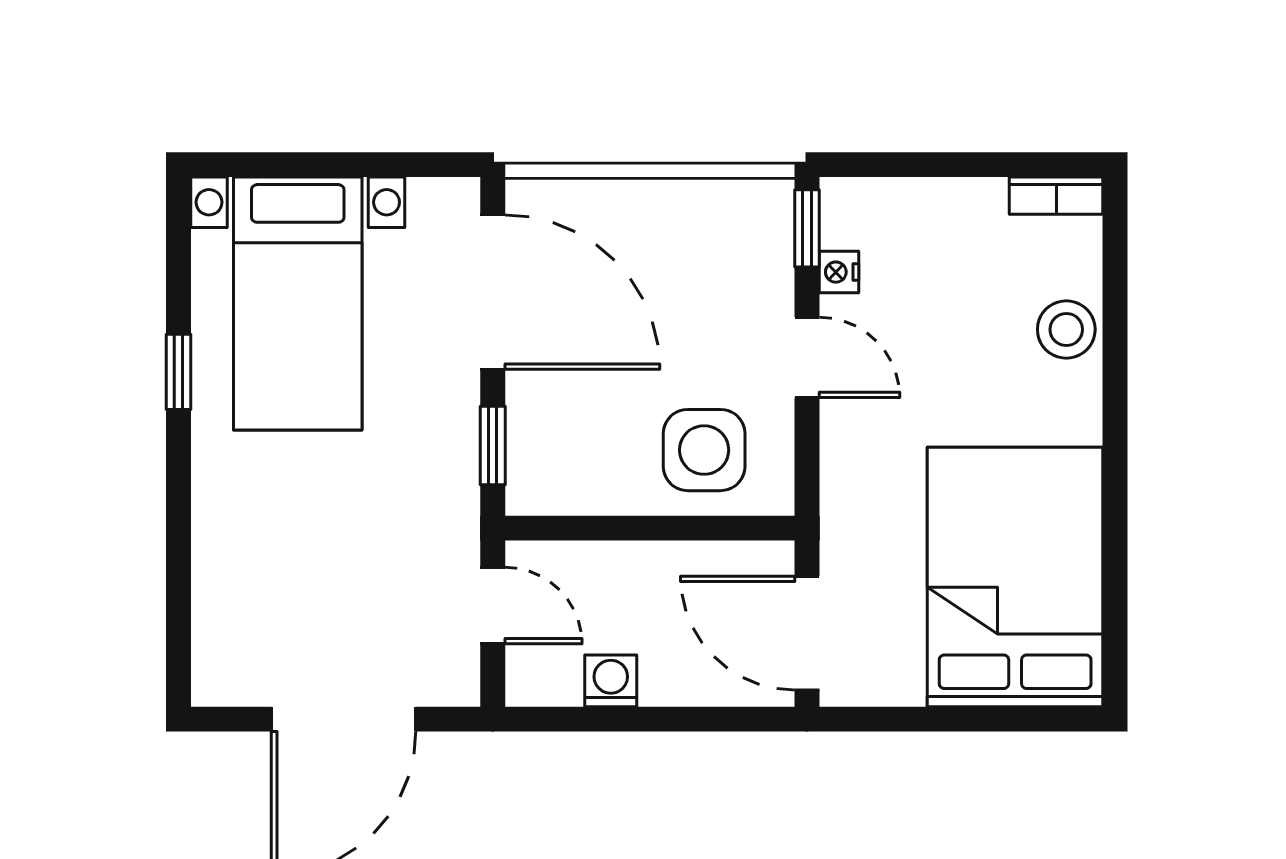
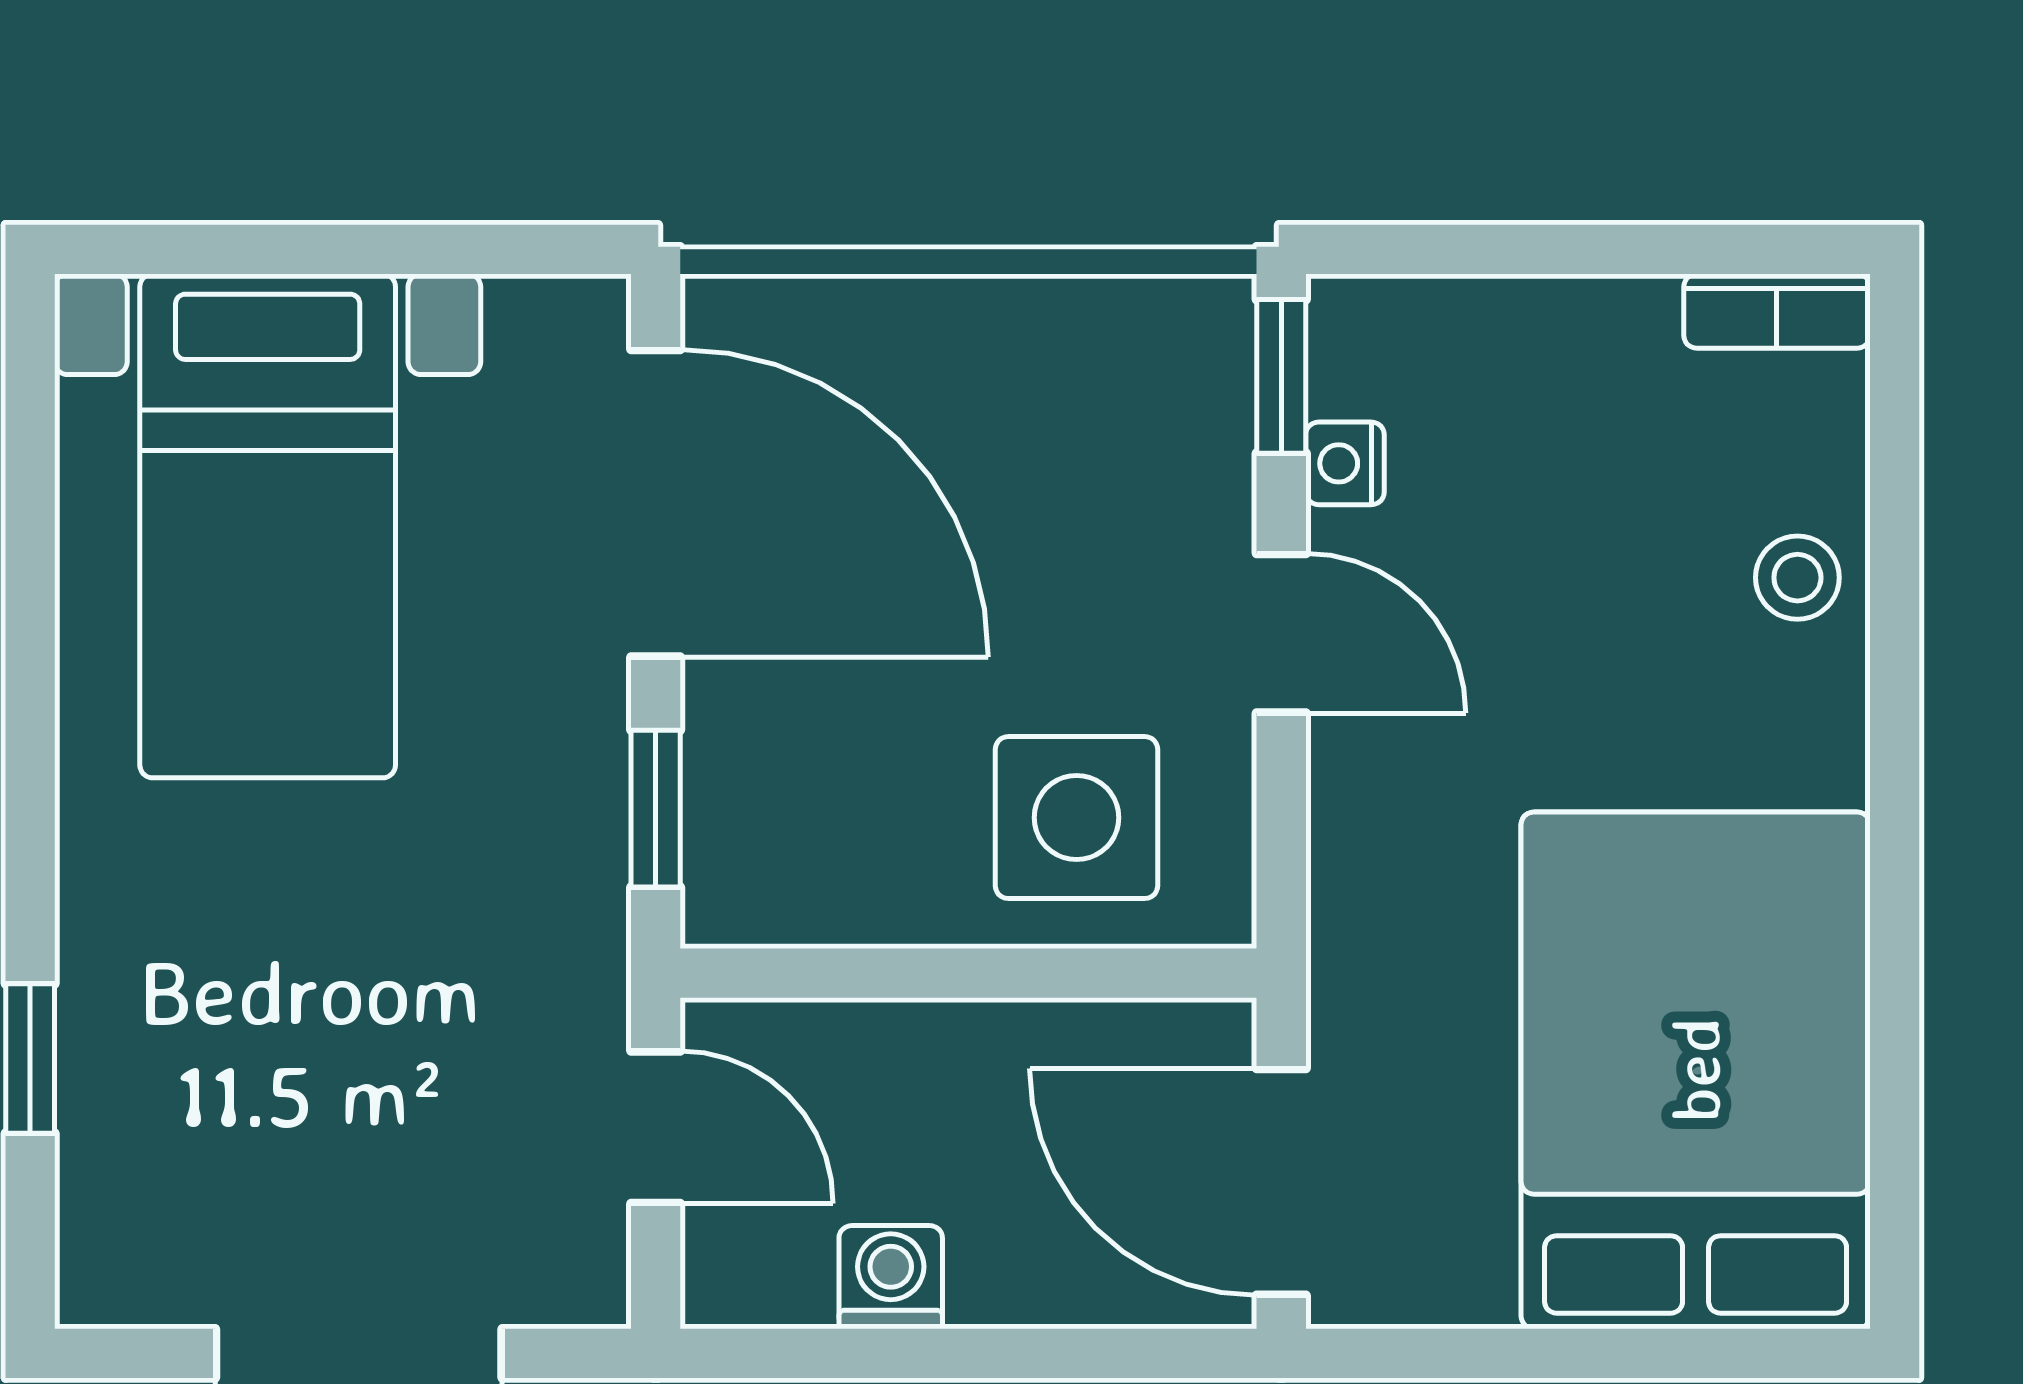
stool: (1066, 329) -> (1797, 578), width x0.73, depth x0.73
window: (178, 372) -> (30, 1059), moved

